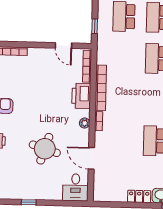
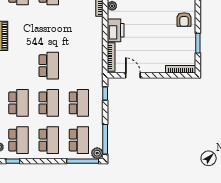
bookcase: (101, 88) -> (98, 38), removed

